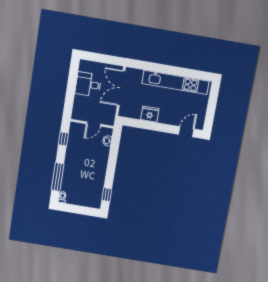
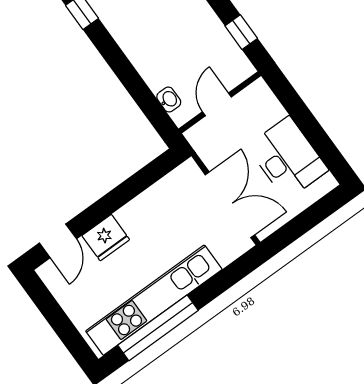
window: (183, 72) -> (158, 328), added
desk: (88, 84) -> (288, 158), width x1.37
fridge: (150, 114) -> (106, 238), moved

